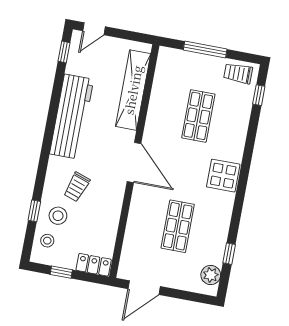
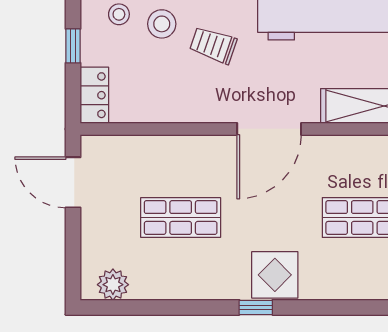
window: (229, 254) -> (256, 307), moved

